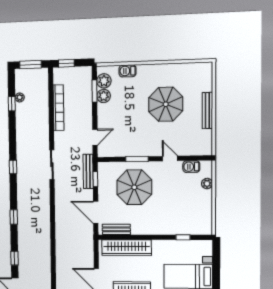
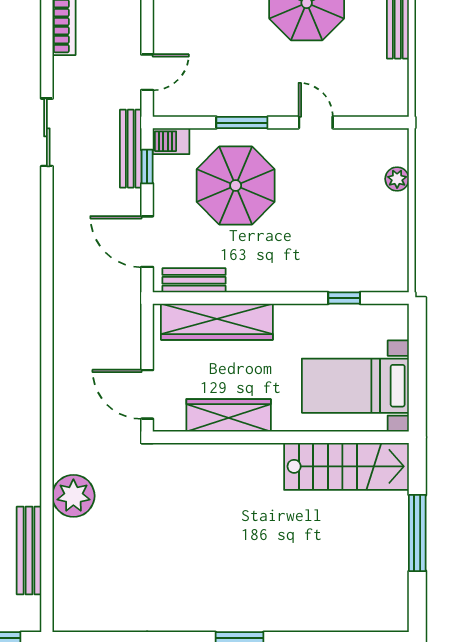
barbecue: (191, 167) -> (171, 141), moved

